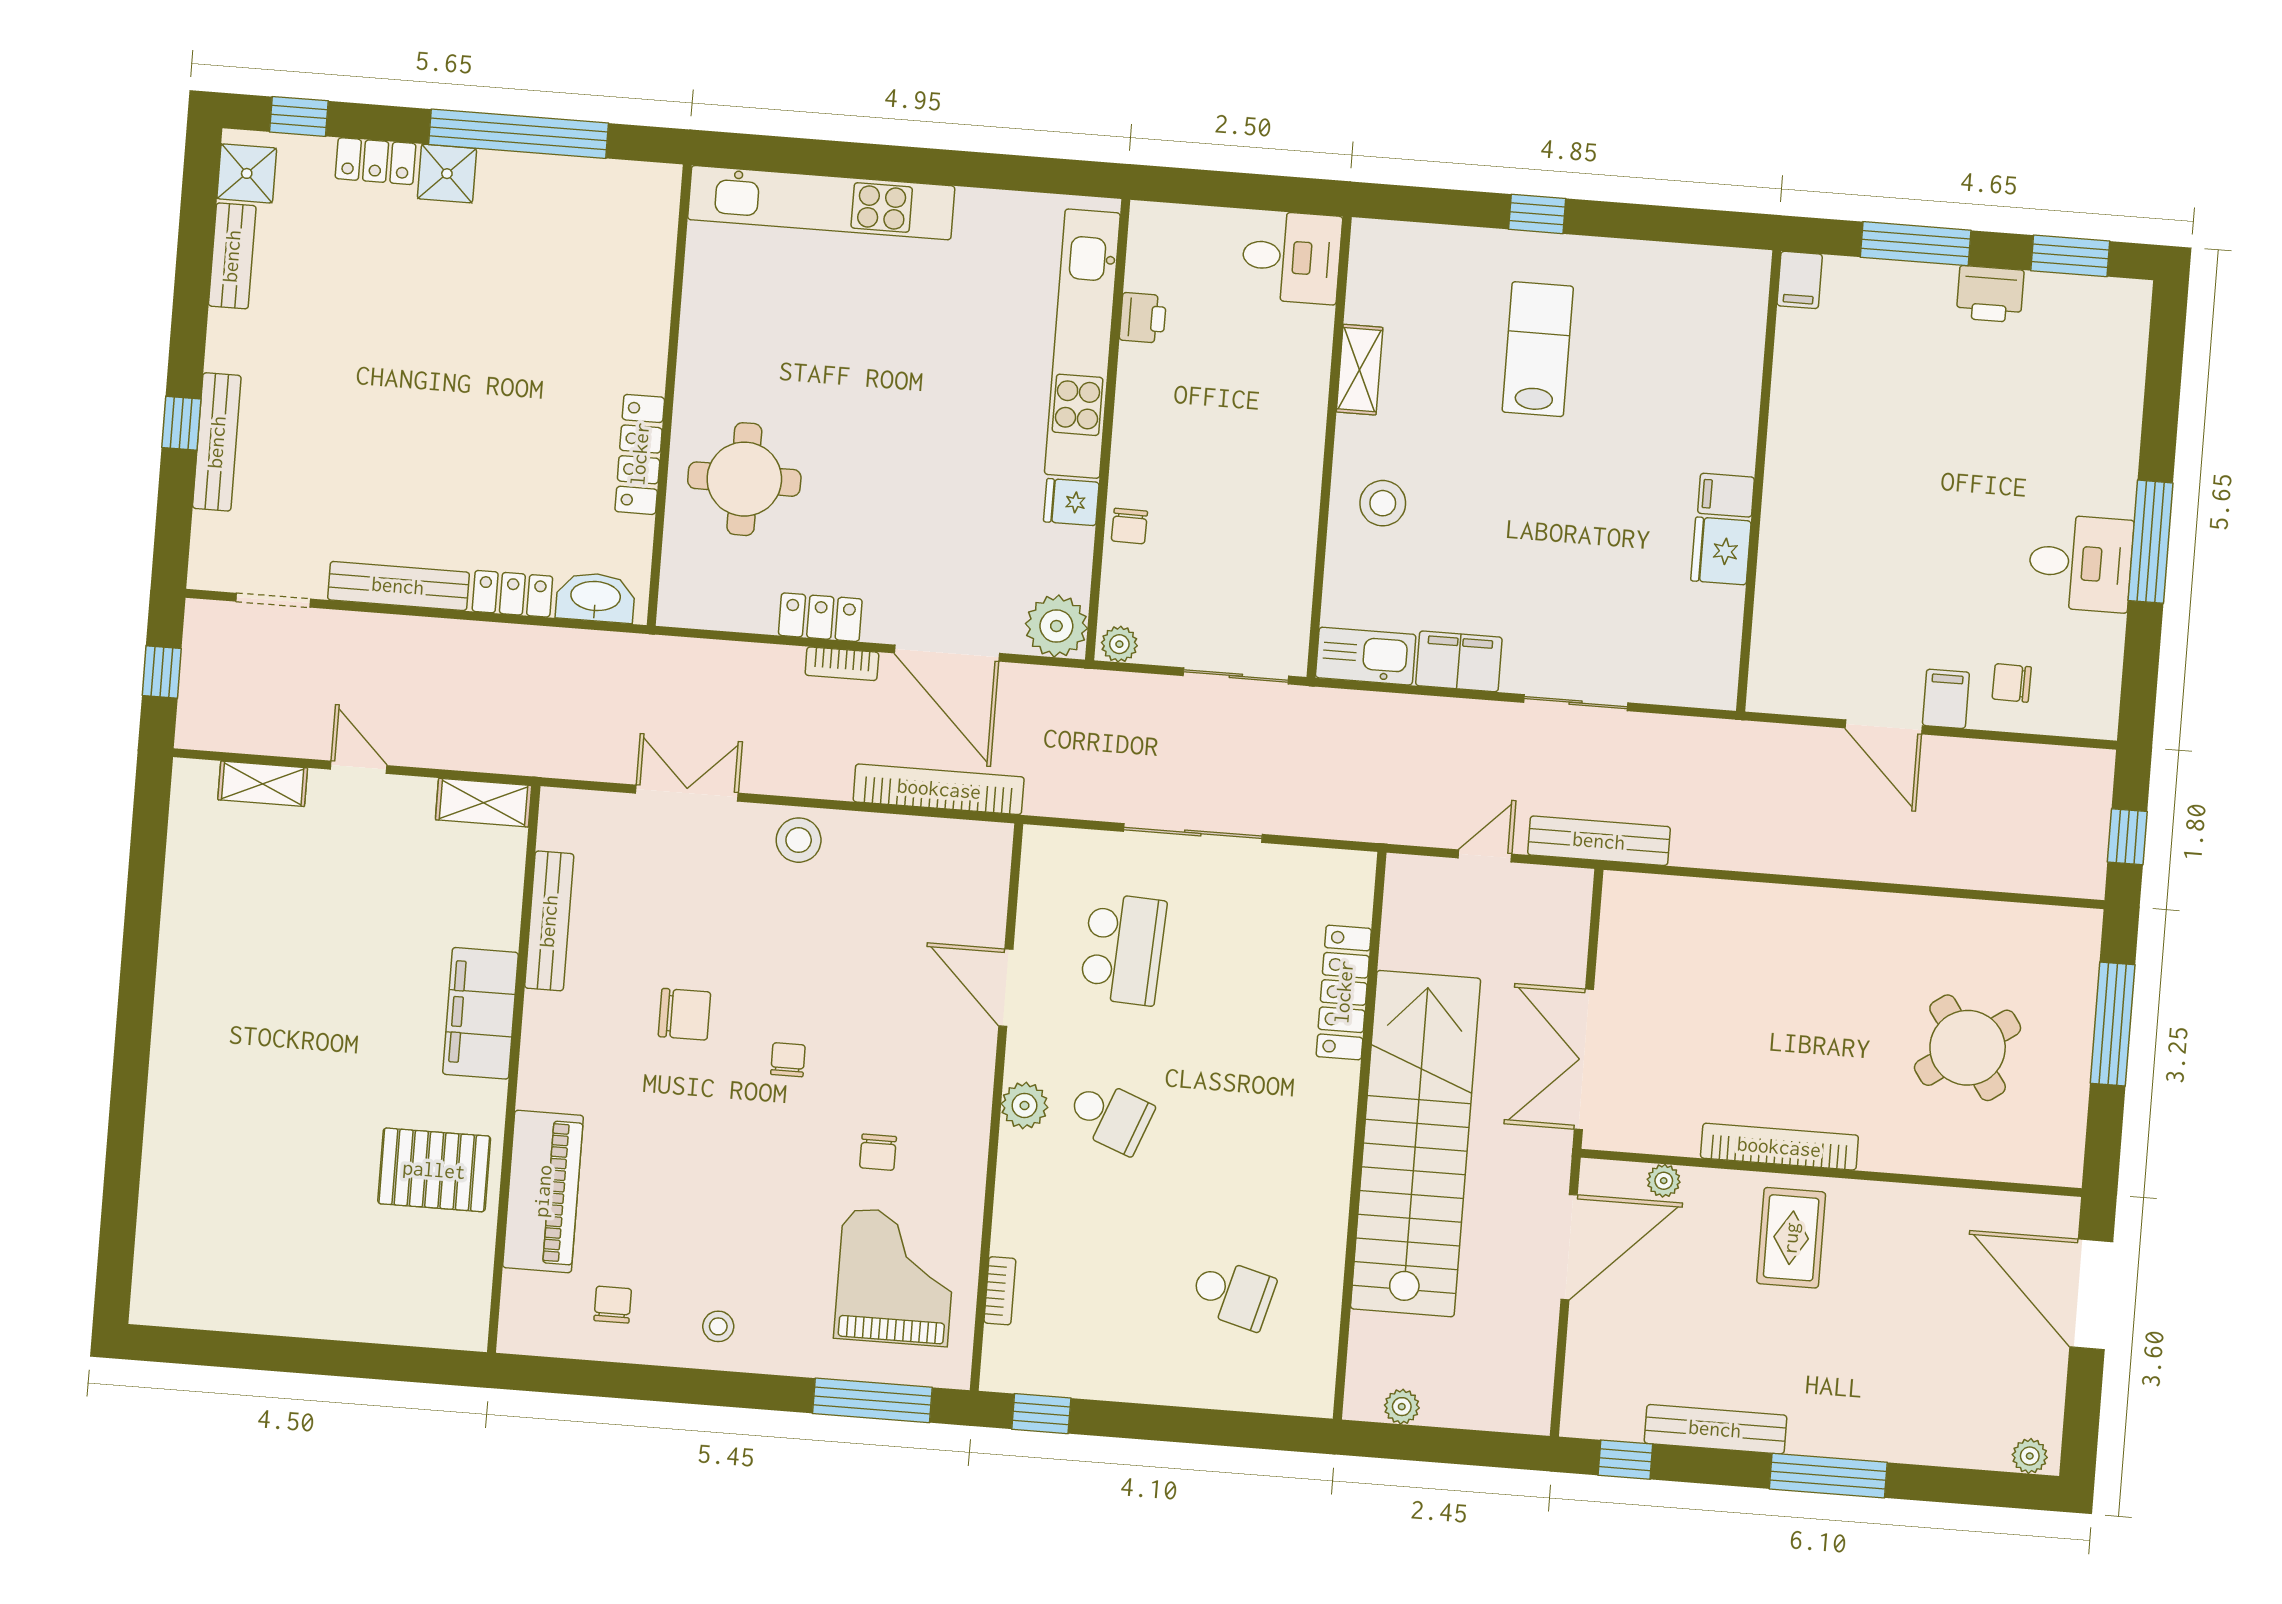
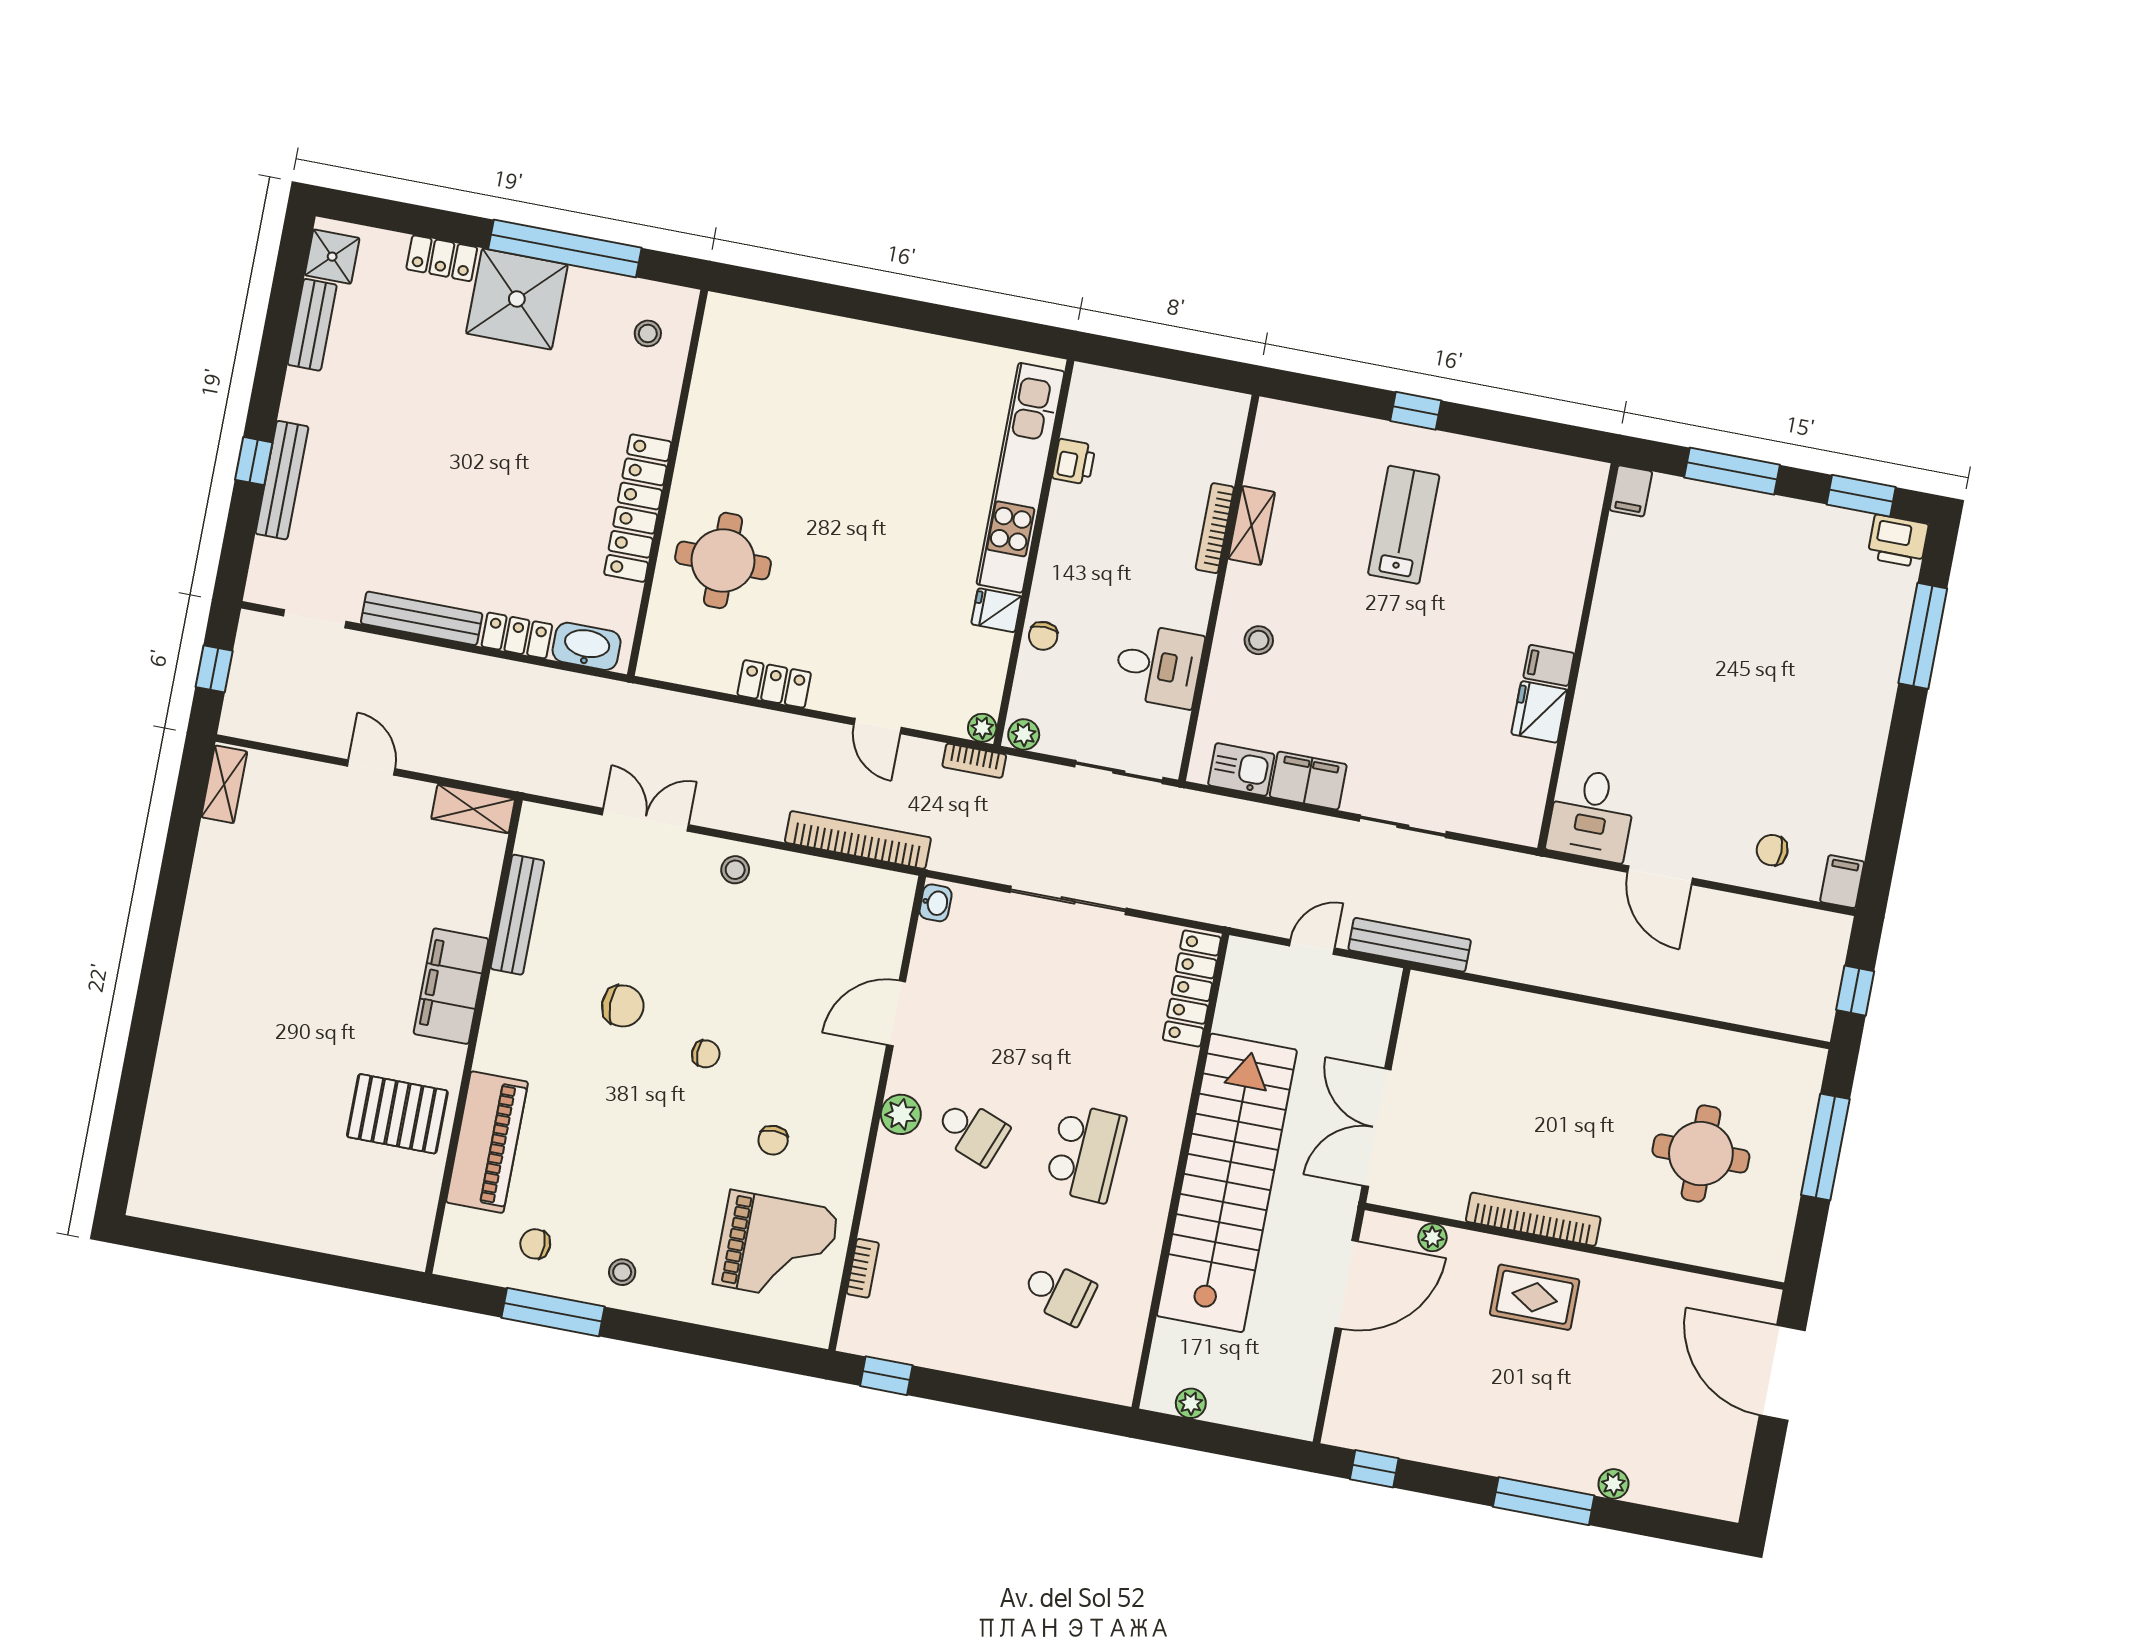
window: (299, 116) -> (381, 213), removed
shower: (447, 174) -> (517, 299), width x1.86, depth x1.86
kitchen unit: (821, 203) -> (813, 335), removed
stool: (627, 223) -> (648, 333), added
desk: (1291, 257) -> (1159, 666), moved
printer: (1990, 294) -> (1898, 541), moved
bookcase: (1317, 377) -> (1215, 528), added
locker: (640, 454) -> (638, 508), width x1.41, depth x1.21
stool: (1383, 503) -> (1259, 640), width x0.73, depth x0.73
window: (2150, 542) -> (1923, 636), moved
desk: (2080, 563) -> (1592, 815), moved, turned 90
plant: (1056, 626) -> (982, 728), width x0.53, depth x0.53
door: (947, 653) -> (878, 726), width x0.53
kitchen sink: (1366, 656) -> (1241, 770), width x0.73
bookcase: (842, 664) -> (974, 761), moved
filing cabinet: (1946, 699) -> (1842, 882), moved
shelving: (263, 784) -> (224, 784), moved, turned 90
stool: (799, 840) -> (735, 870), width x0.73, depth x0.73
washbasin: (1038, 853) -> (936, 903), added
school desk: (1123, 949) -> (1085, 1153), moved
door: (1006, 988) -> (896, 1013), hinge flipped
locker: (1344, 992) -> (1192, 988), moved
round table: (1968, 1048) -> (1701, 1154), turned 35
chair: (788, 1060) -> (706, 1054), turned 90
rug: (1791, 1238) -> (1535, 1297), turned 90
grand piano: (895, 1277) -> (776, 1247), turned 90
chair: (613, 1305) -> (535, 1244), turned -90
window: (872, 1400) -> (553, 1312), moved
bench: (1715, 1429) -> (1453, 1452), removed
plant: (2030, 1456) -> (1613, 1484), moved

